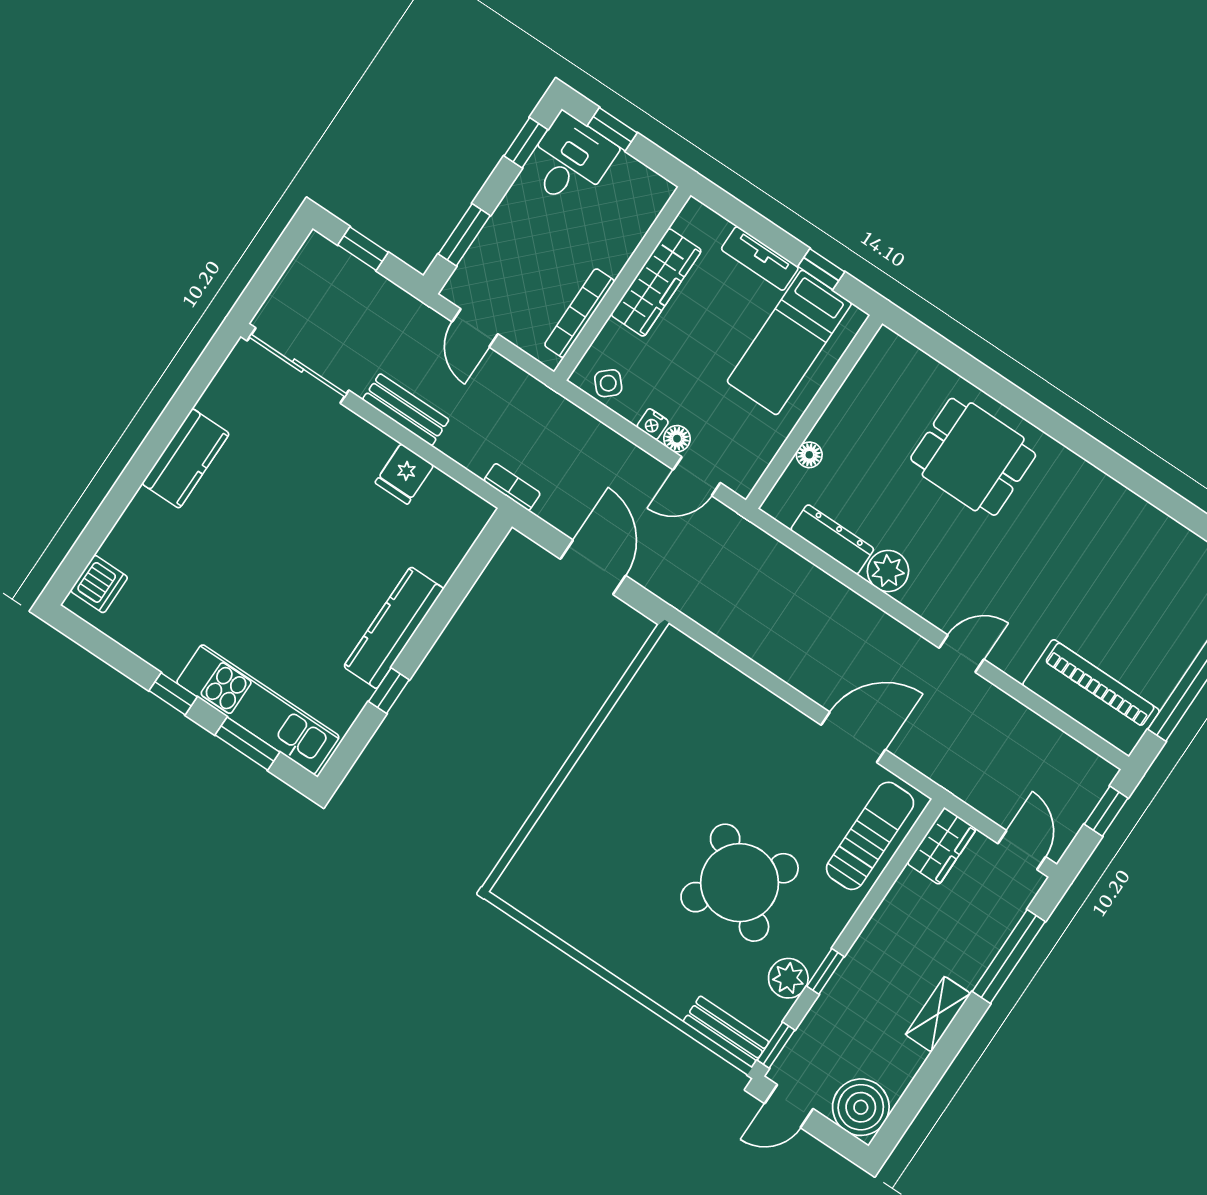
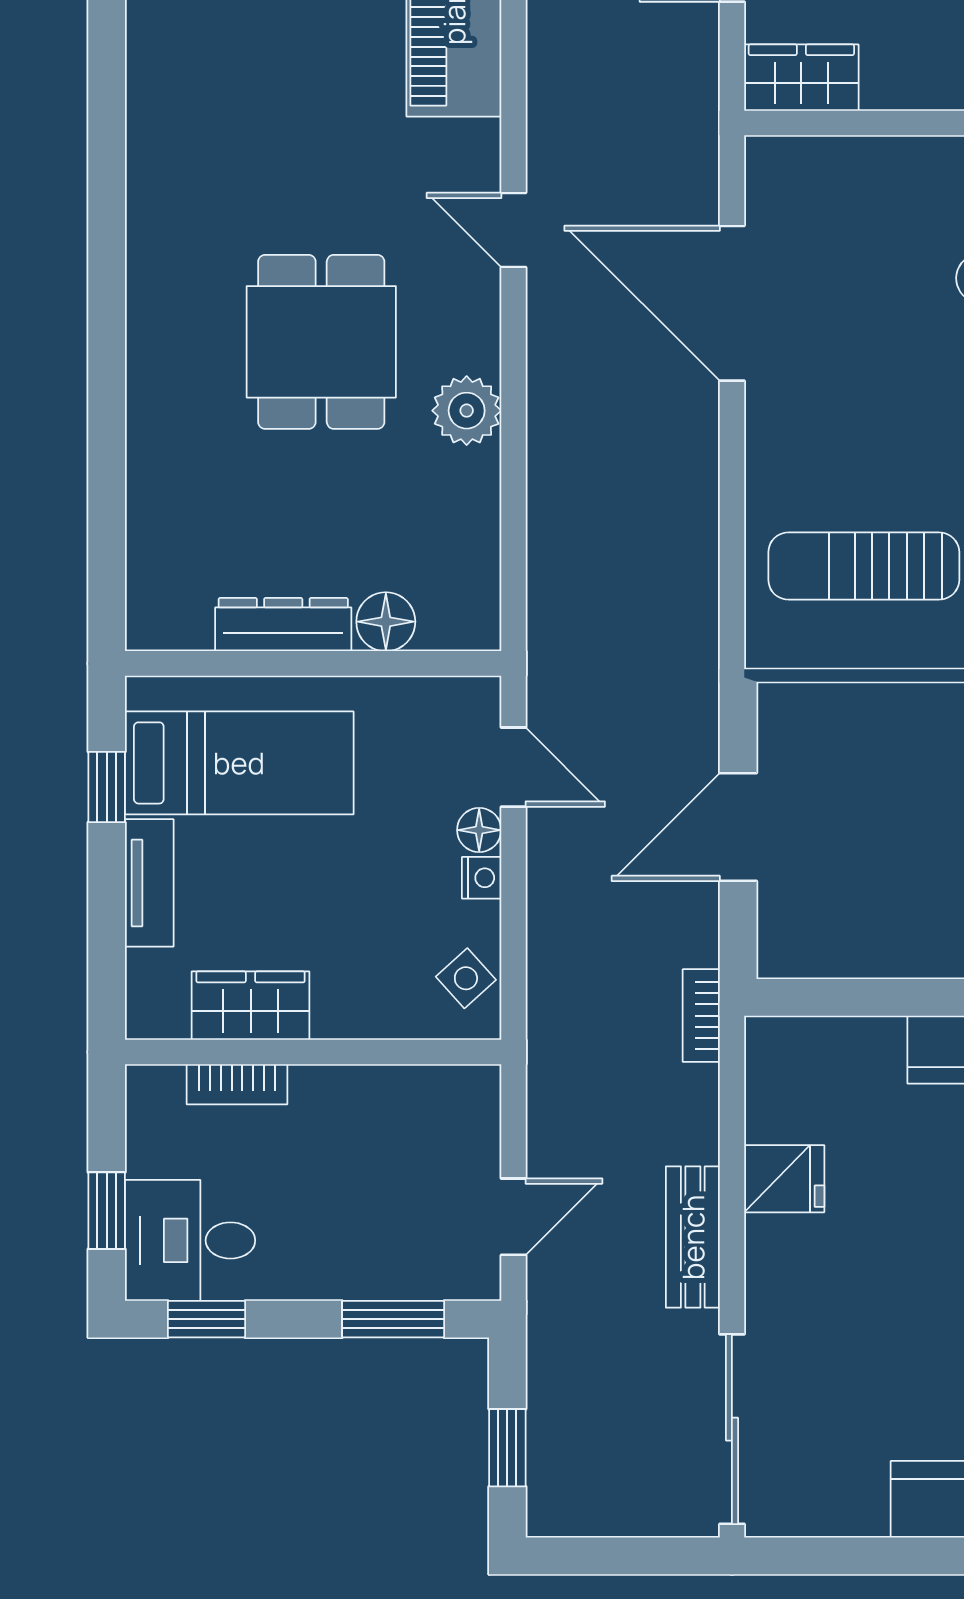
wardrobe: (656, 282) -> (251, 1006), width x0.67
bookcase: (579, 313) -> (237, 1084), moved, width x0.64
floor lamp: (809, 455) -> (386, 622), width x1.37, depth x1.37
dining table: (973, 457) -> (321, 342), moved
dresser: (832, 539) -> (283, 625), moved, turned 90
door: (853, 737) -> (732, 303), width x1.36
sun lounger: (870, 836) -> (864, 566), moved

